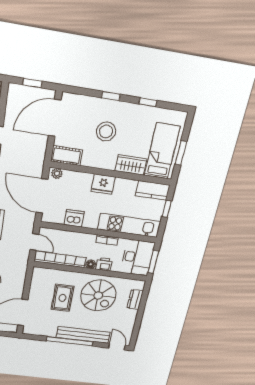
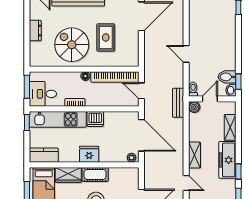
cot: (67, 156) -> (95, 174), moved
window: (167, 209) -> (27, 122), moved
dishwasher: (74, 218) -> (95, 119), moved
desk: (137, 257) -> (43, 94), width x0.73
printer: (104, 264) -> (73, 78), removed
dresser: (135, 299) -> (35, 31), moved

